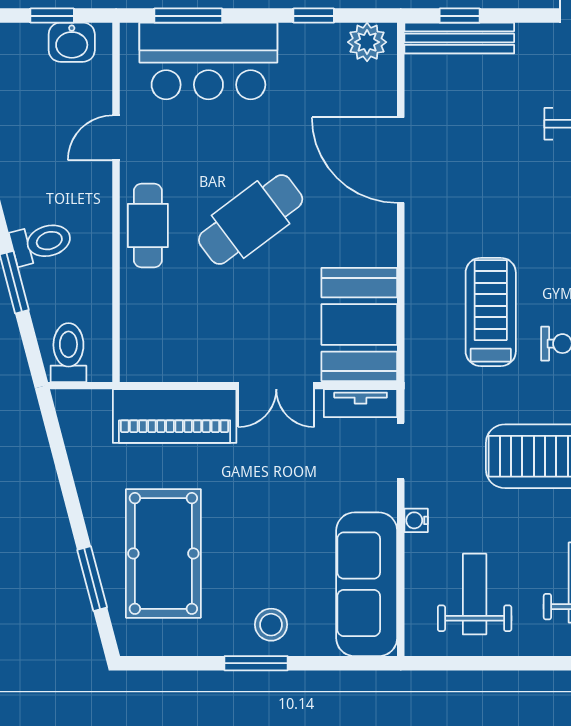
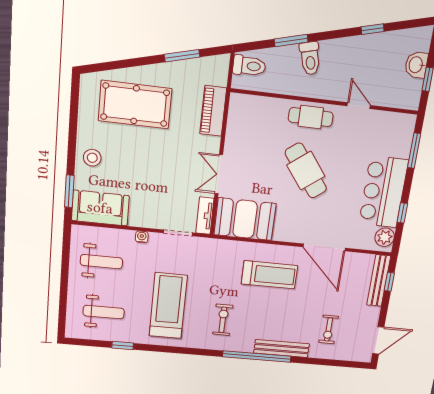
washbasin: (72, 42) -> (416, 65), moved
bar counter: (208, 61) -> (383, 192), moved
door: (401, 160) -> (324, 247), swing flipped
treadmill: (491, 312) -> (269, 275), moved
piano: (175, 416) -> (213, 111), width x0.73, depth x0.75
window: (92, 579) -> (182, 56), moved
sofa: (367, 584) -> (100, 208), width x0.73
window: (256, 663) -> (69, 191), moved

